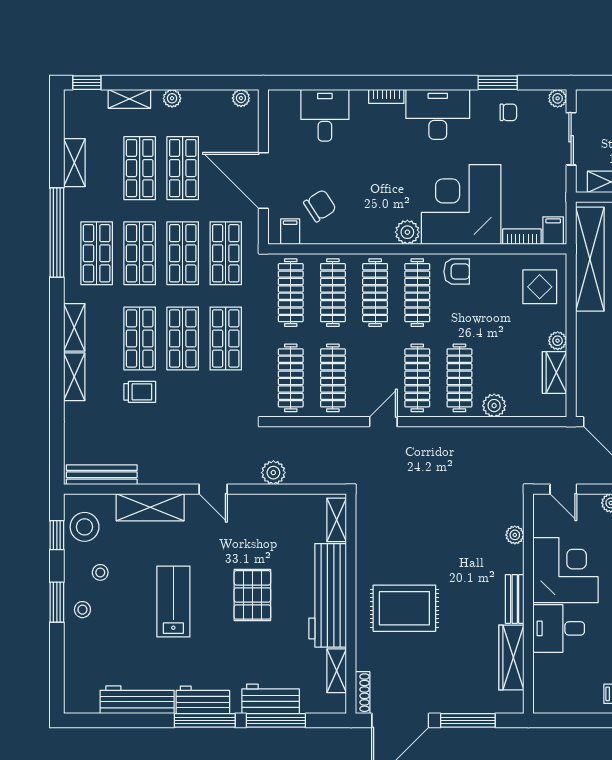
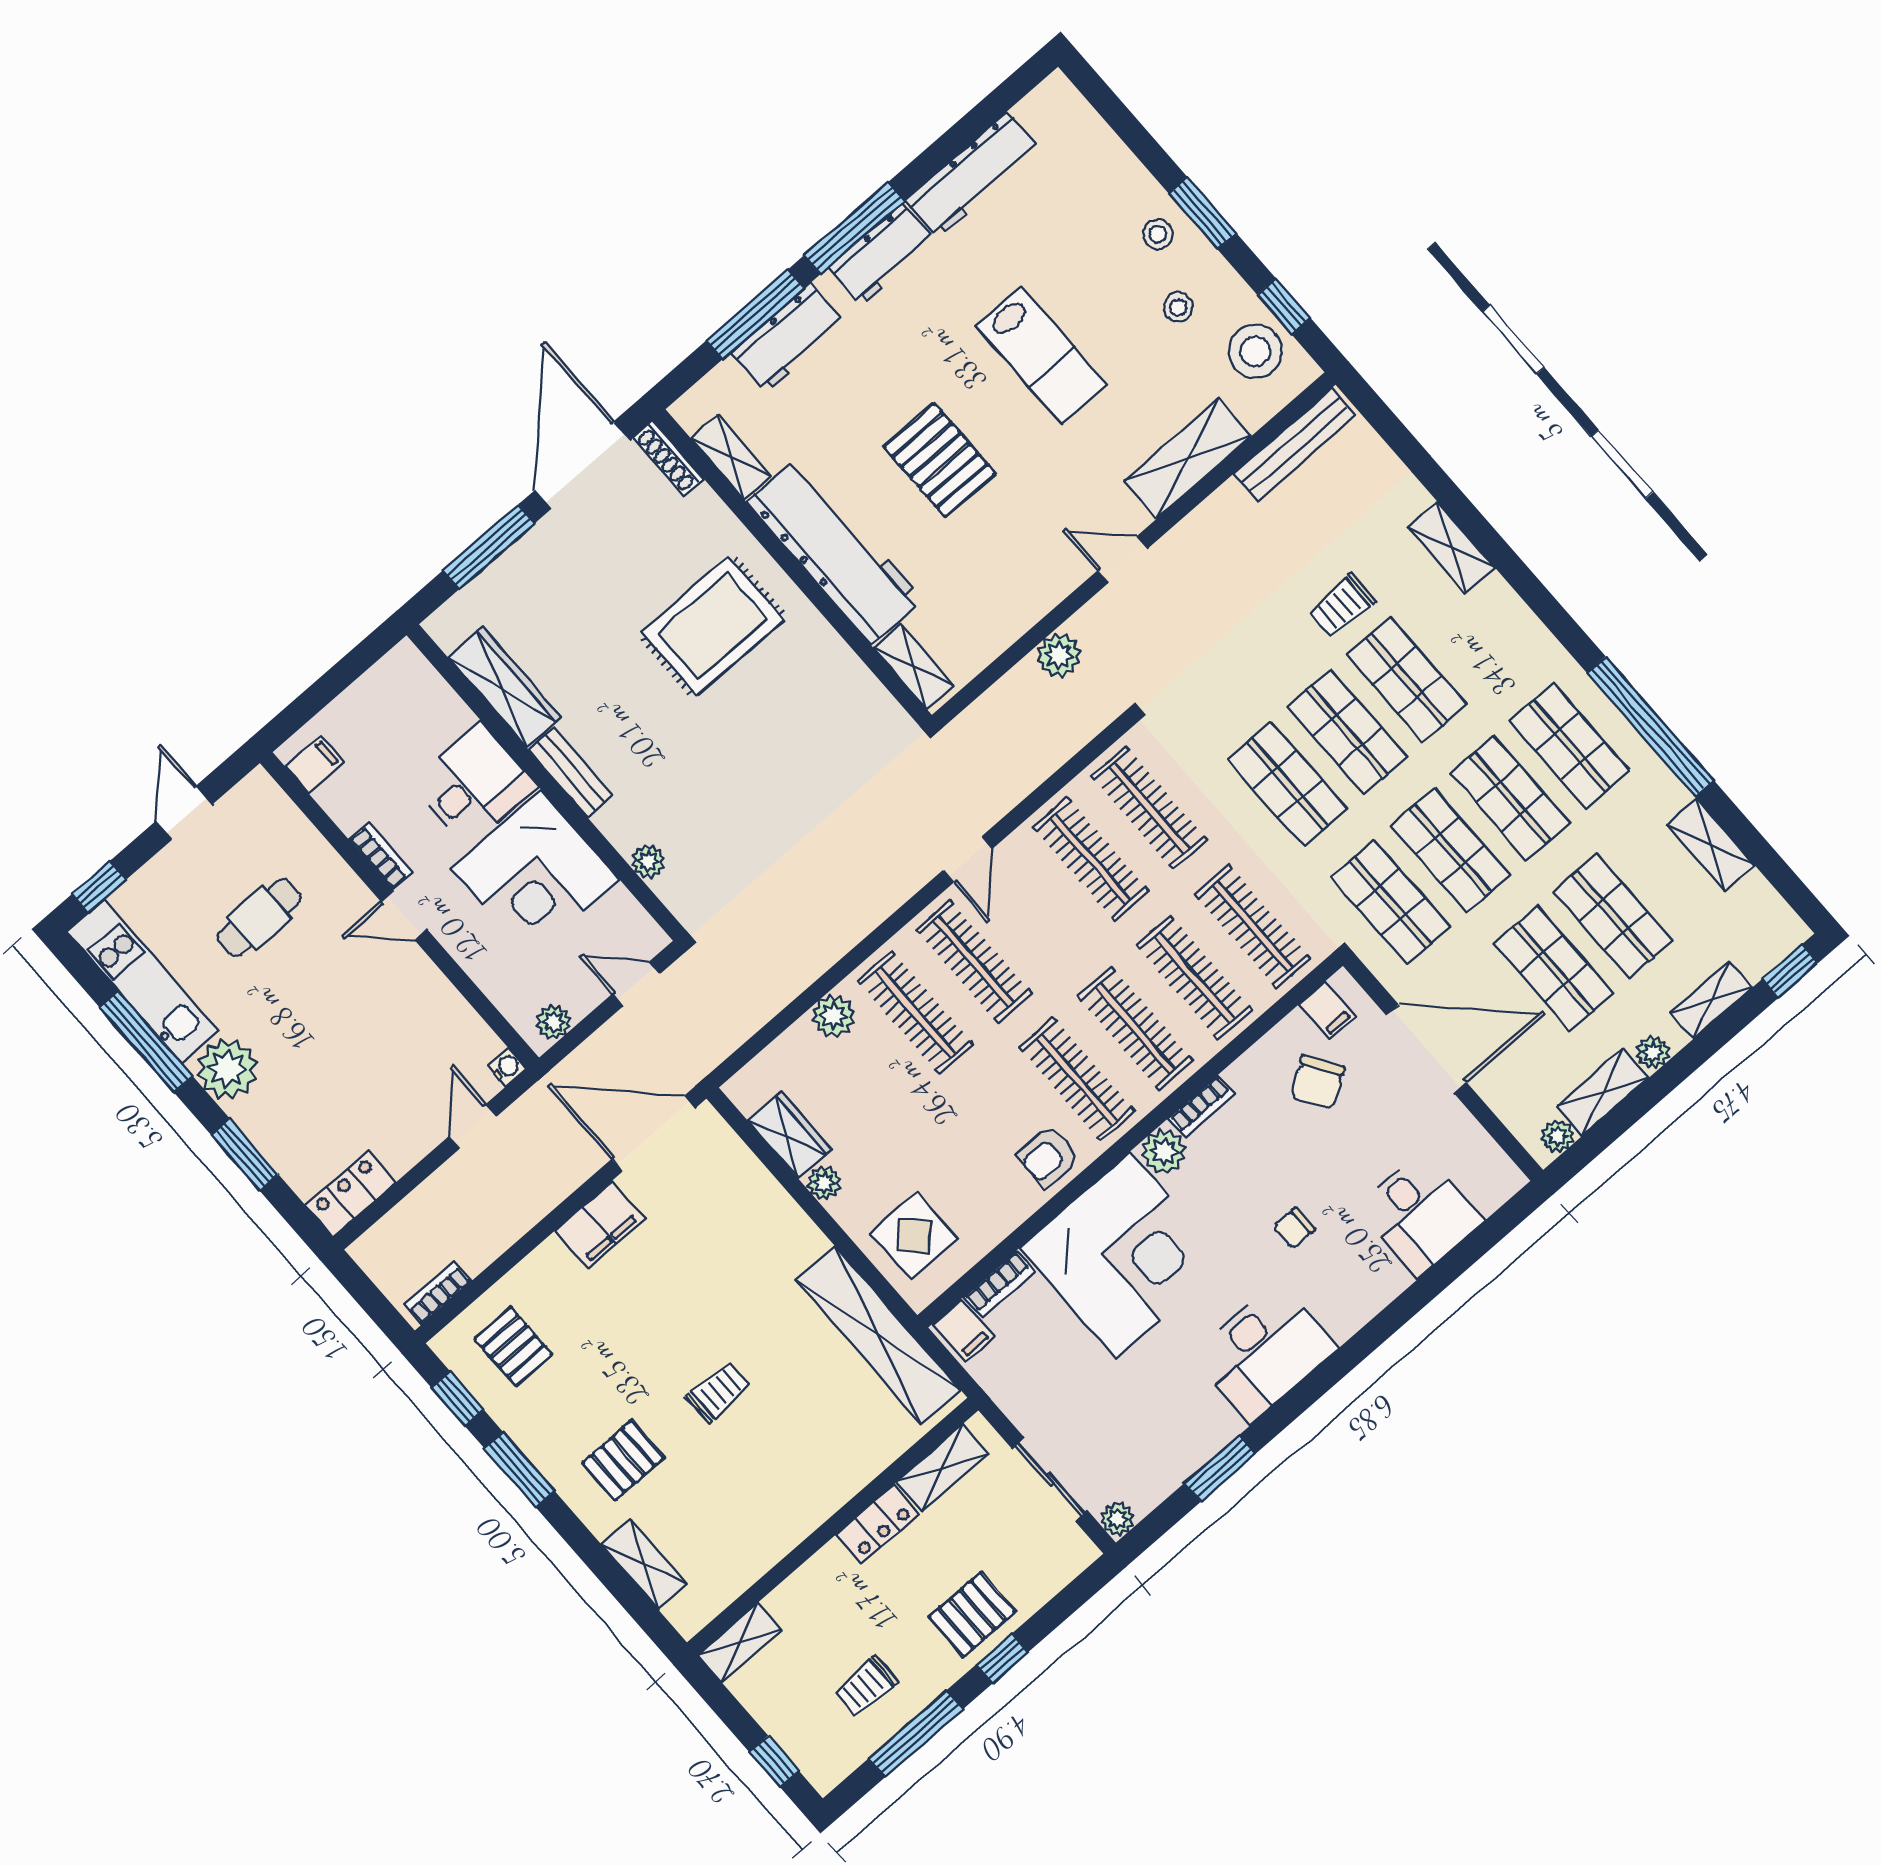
bookcase: (386, 96) -> (1202, 1106), moved, turned 180
chair: (508, 112) -> (1294, 1228), moved
shelving: (74, 327) -> (1603, 1092), moved, turned 90

